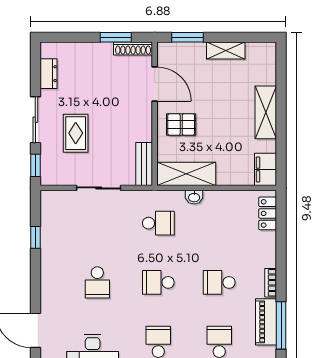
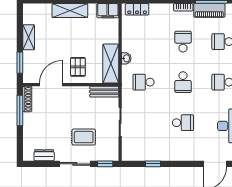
window: (116, 37) -> (20, 110), width x1.44
school desk: (158, 223) -> (144, 82), turned -90
school desk: (219, 282) -> (183, 42), turned 180

